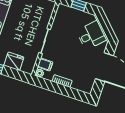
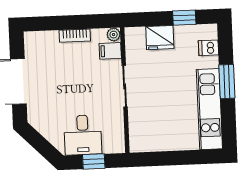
desk: (91, 35) -> (83, 135), moved, turned -45

